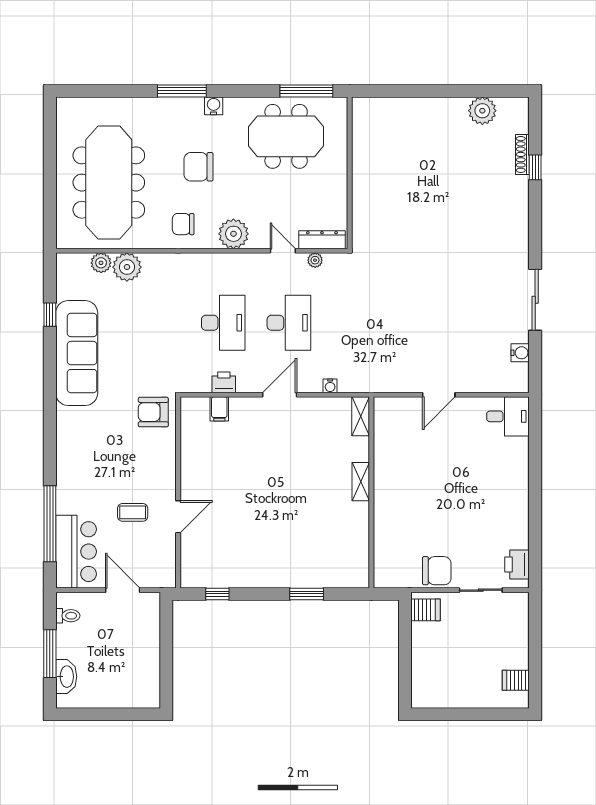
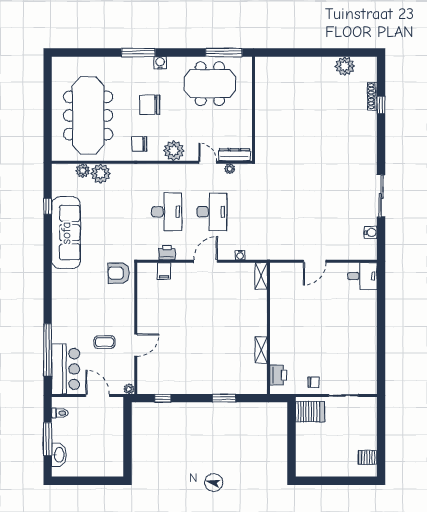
shelving: (361, 482) -> (261, 350), moved
printer: (517, 565) -> (278, 375), moved, turned 180
chair: (437, 571) -> (313, 382), width x0.54, depth x0.54
plant: (168, 581) -> (129, 389), added
server rack: (425, 610) -> (310, 412), width x1.36, depth x1.44

